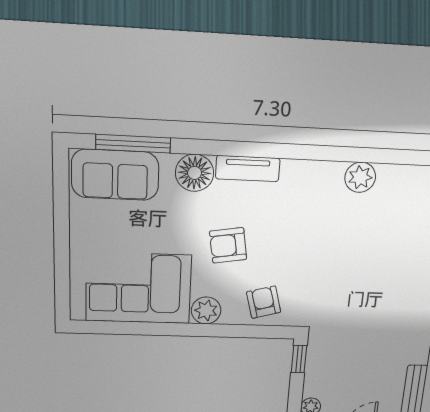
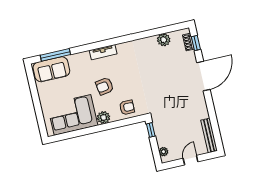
floor lamp: (195, 173) -> (82, 60), removed
plant: (360, 177) -> (164, 40), moved
armchair: (264, 302) -> (127, 107), turned 105

